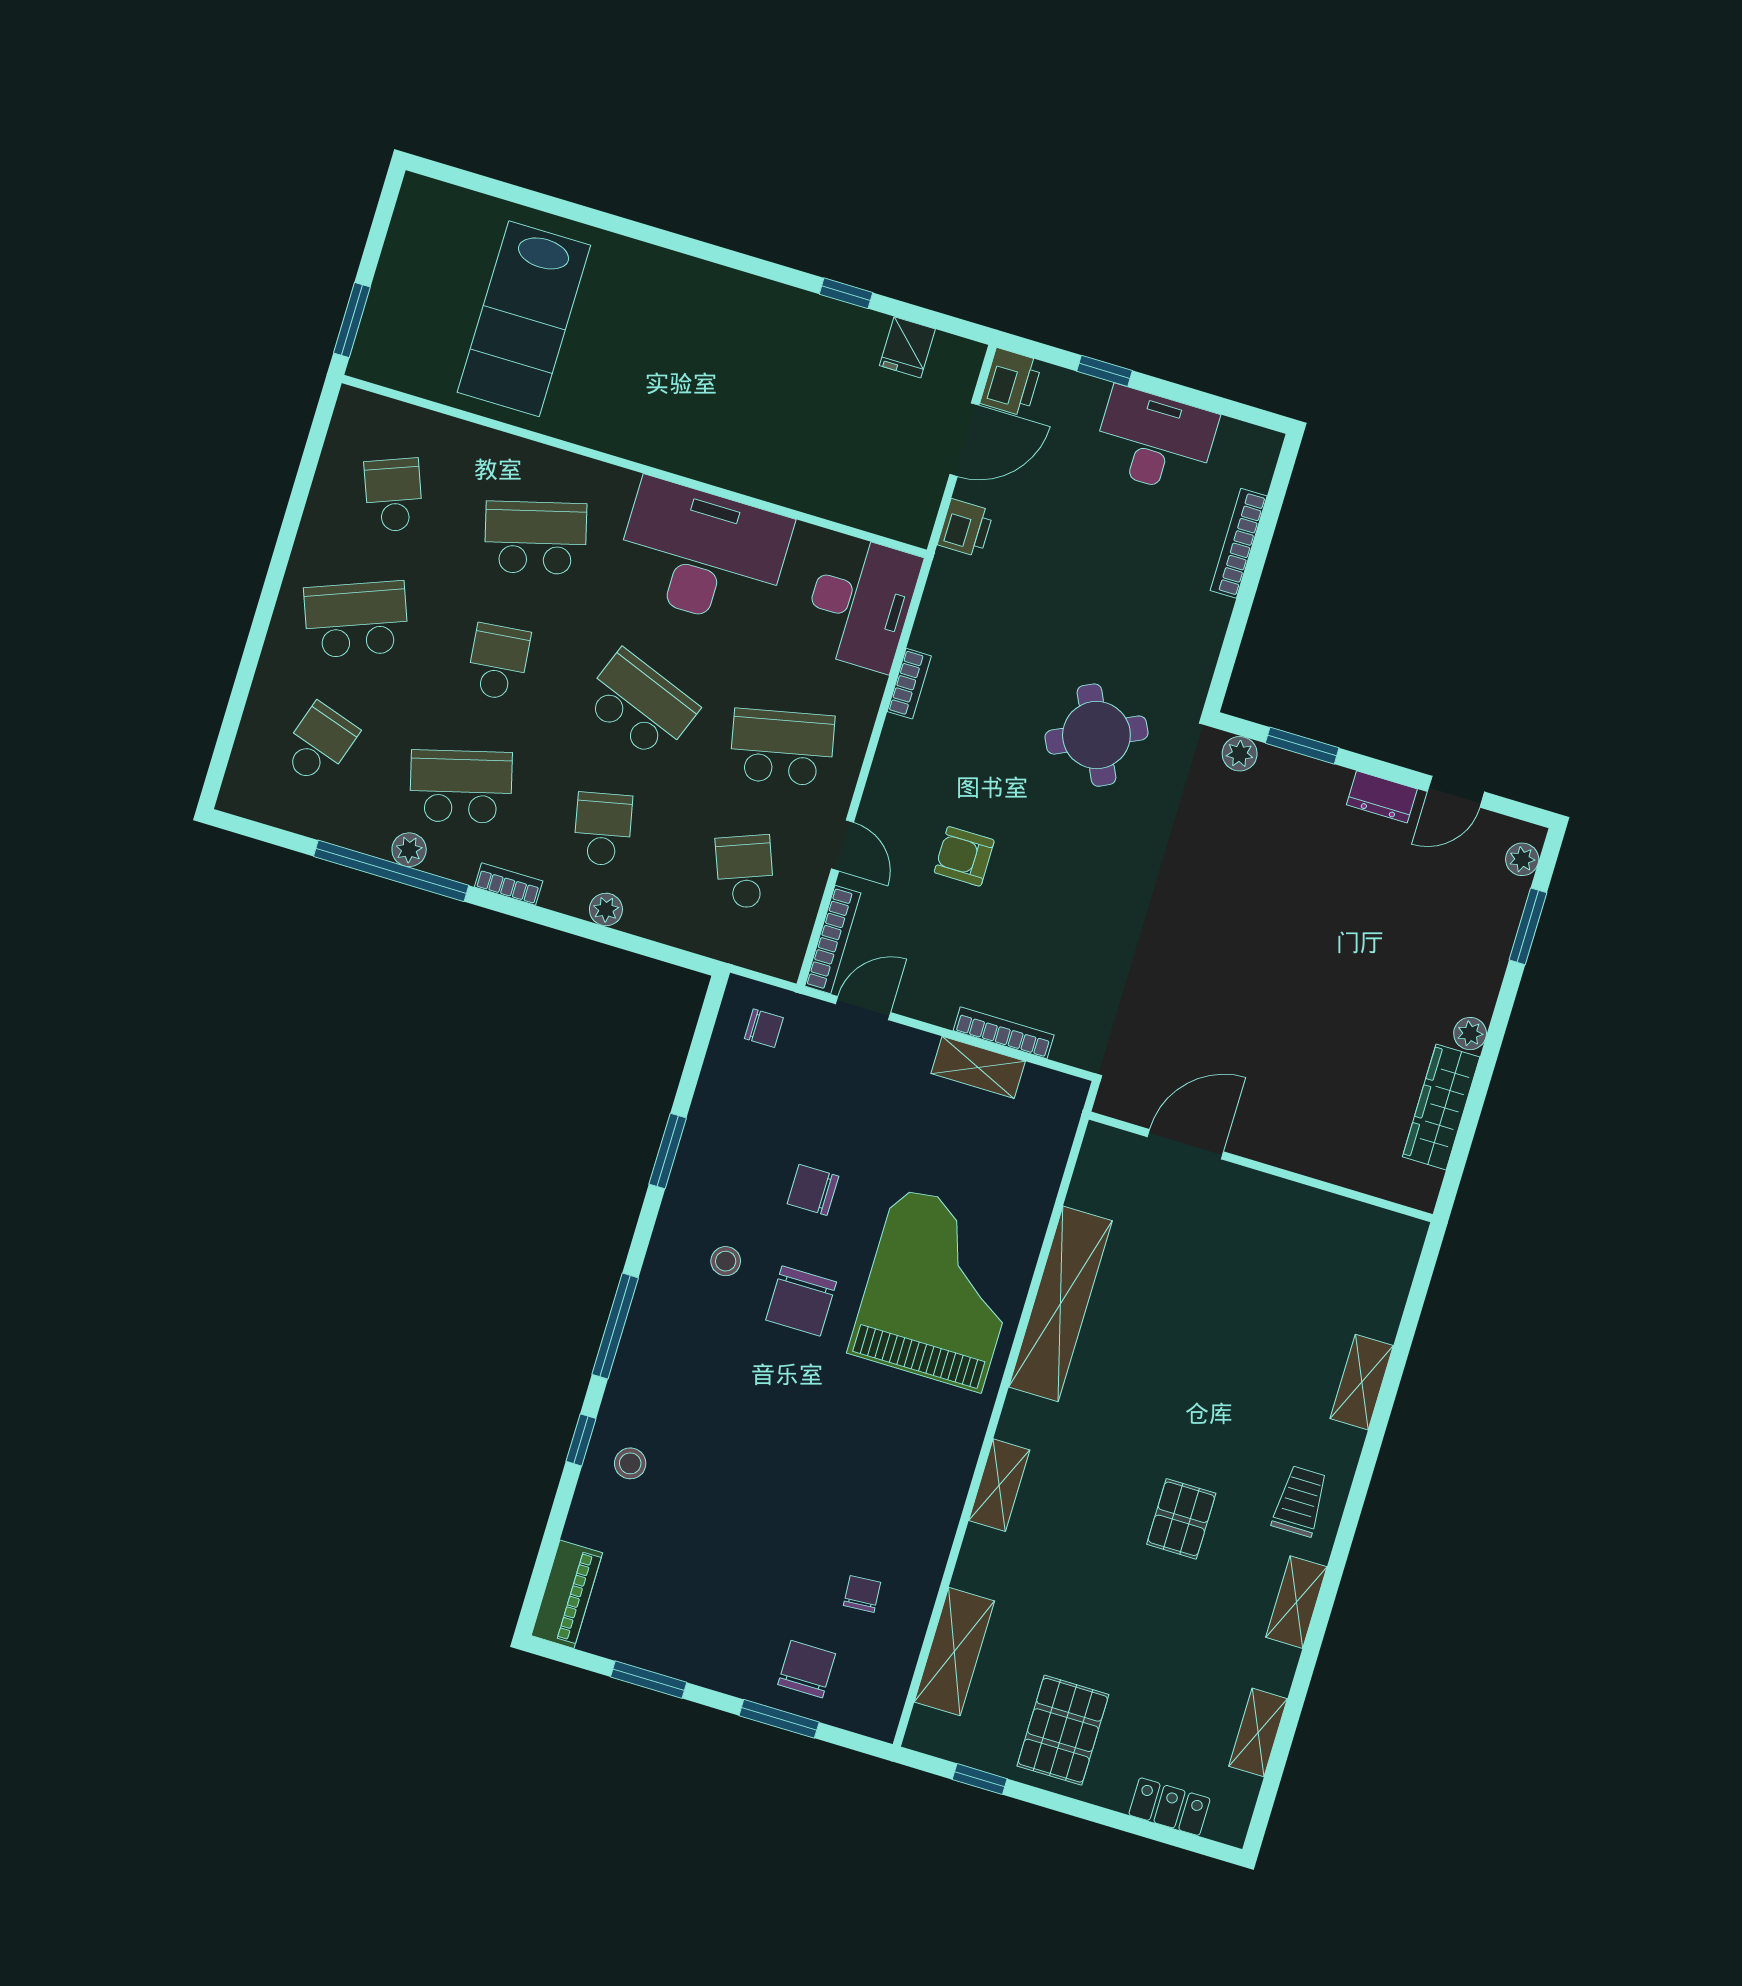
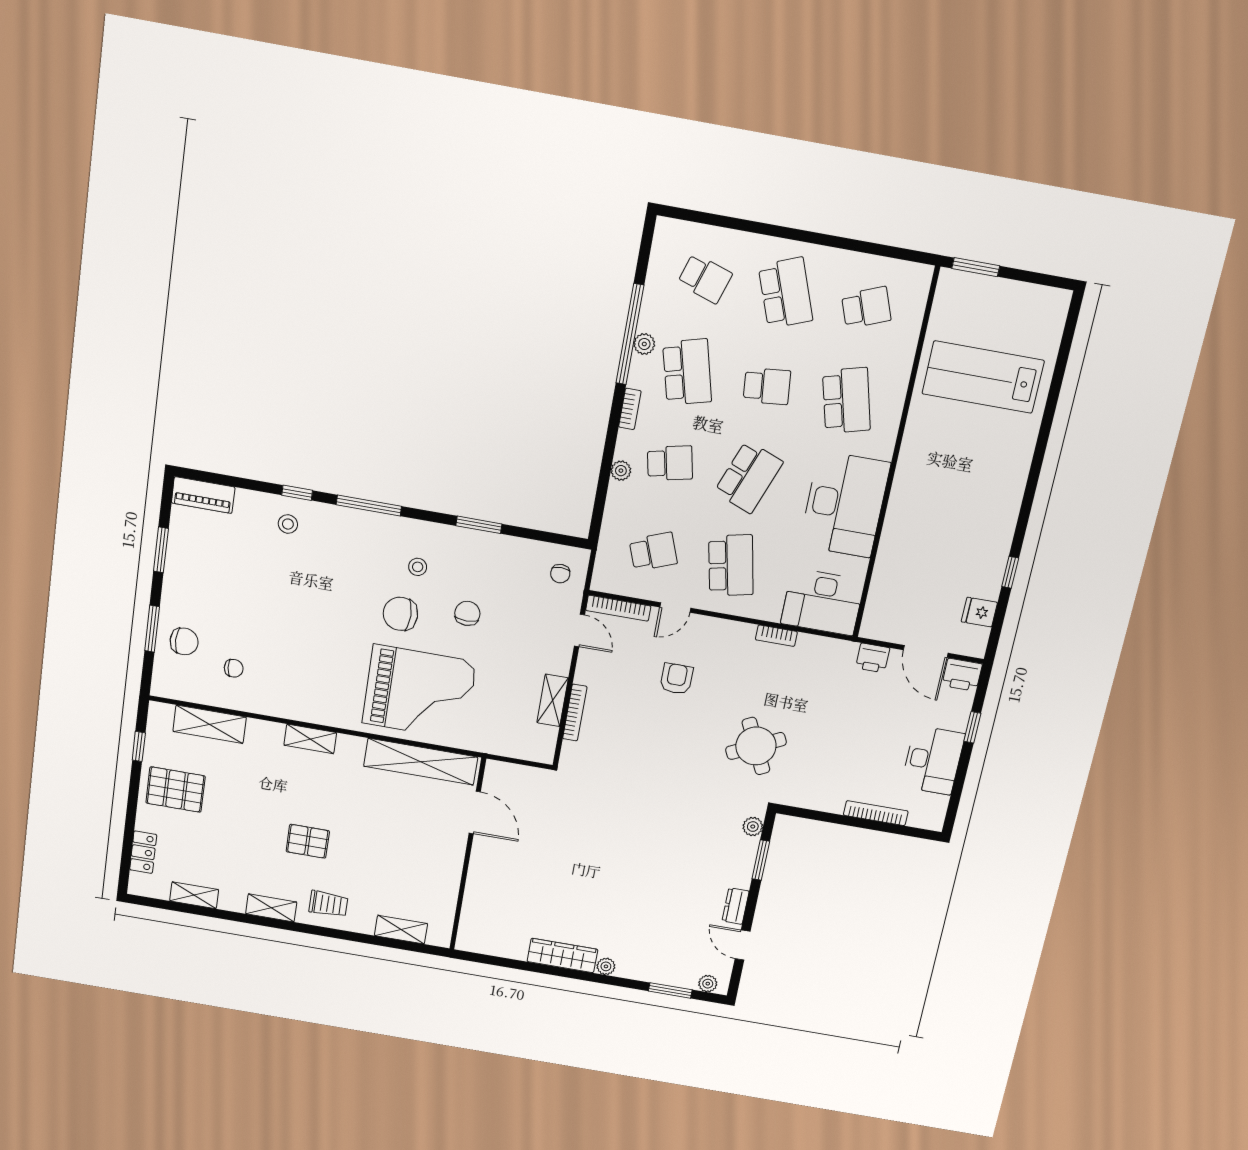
door: (1185, 1144) -> (475, 812), moved
wall: (1261, 1167) -> (468, 855), moved

